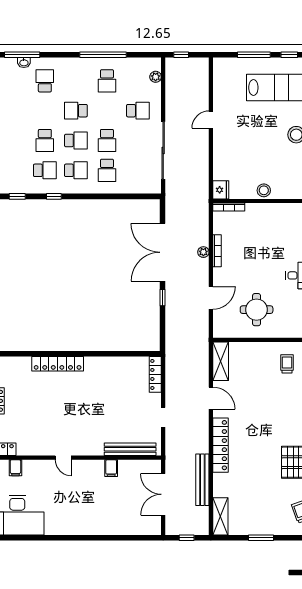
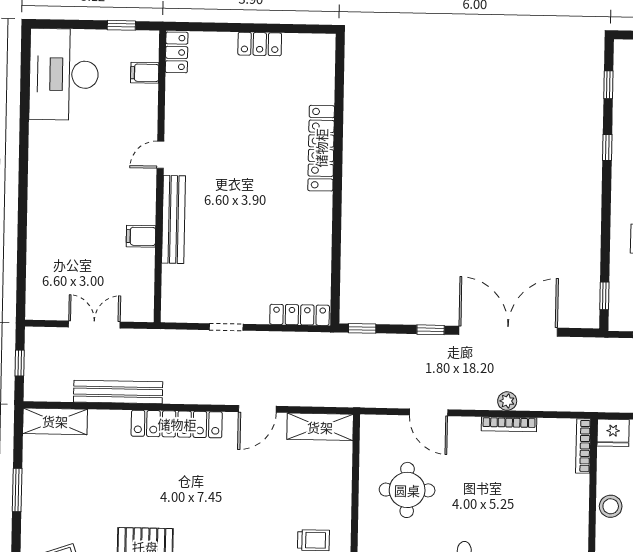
window: (141, 196) -> (604, 296), added
window: (163, 338) -> (362, 328), added
bench: (130, 449) -> (173, 219), moved
double door: (163, 494) -> (94, 324), width x0.73

